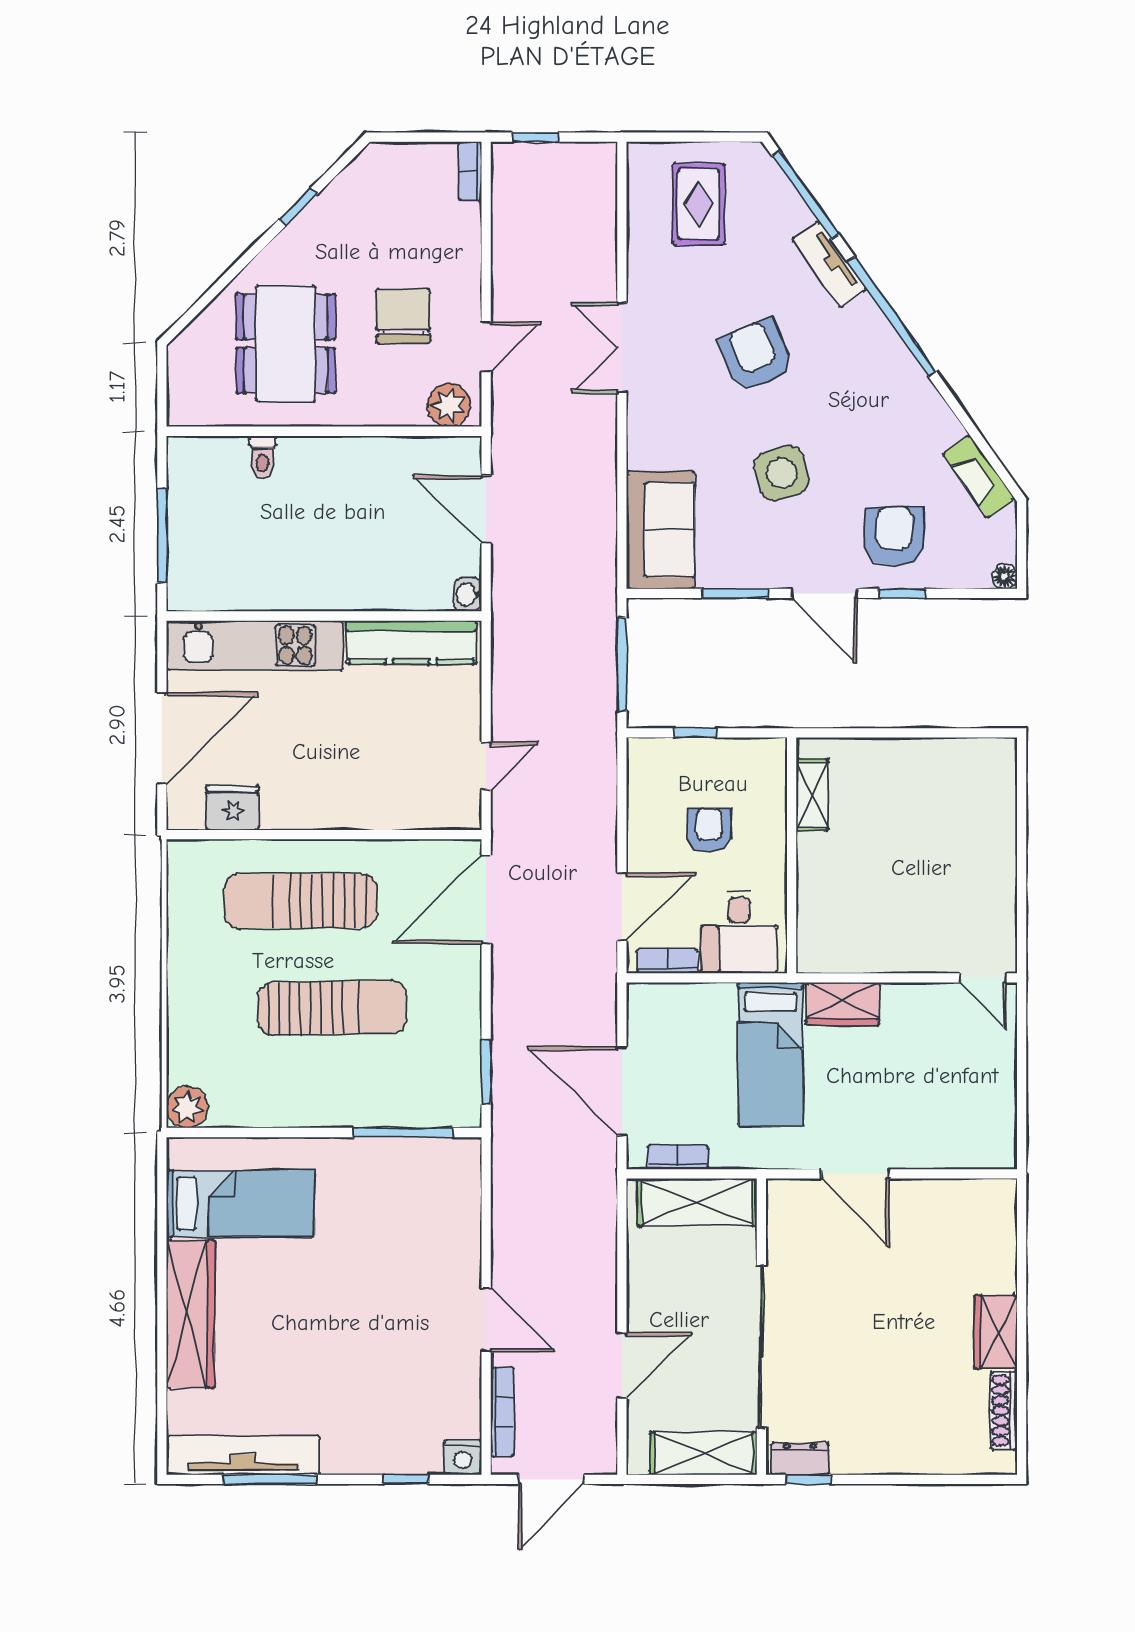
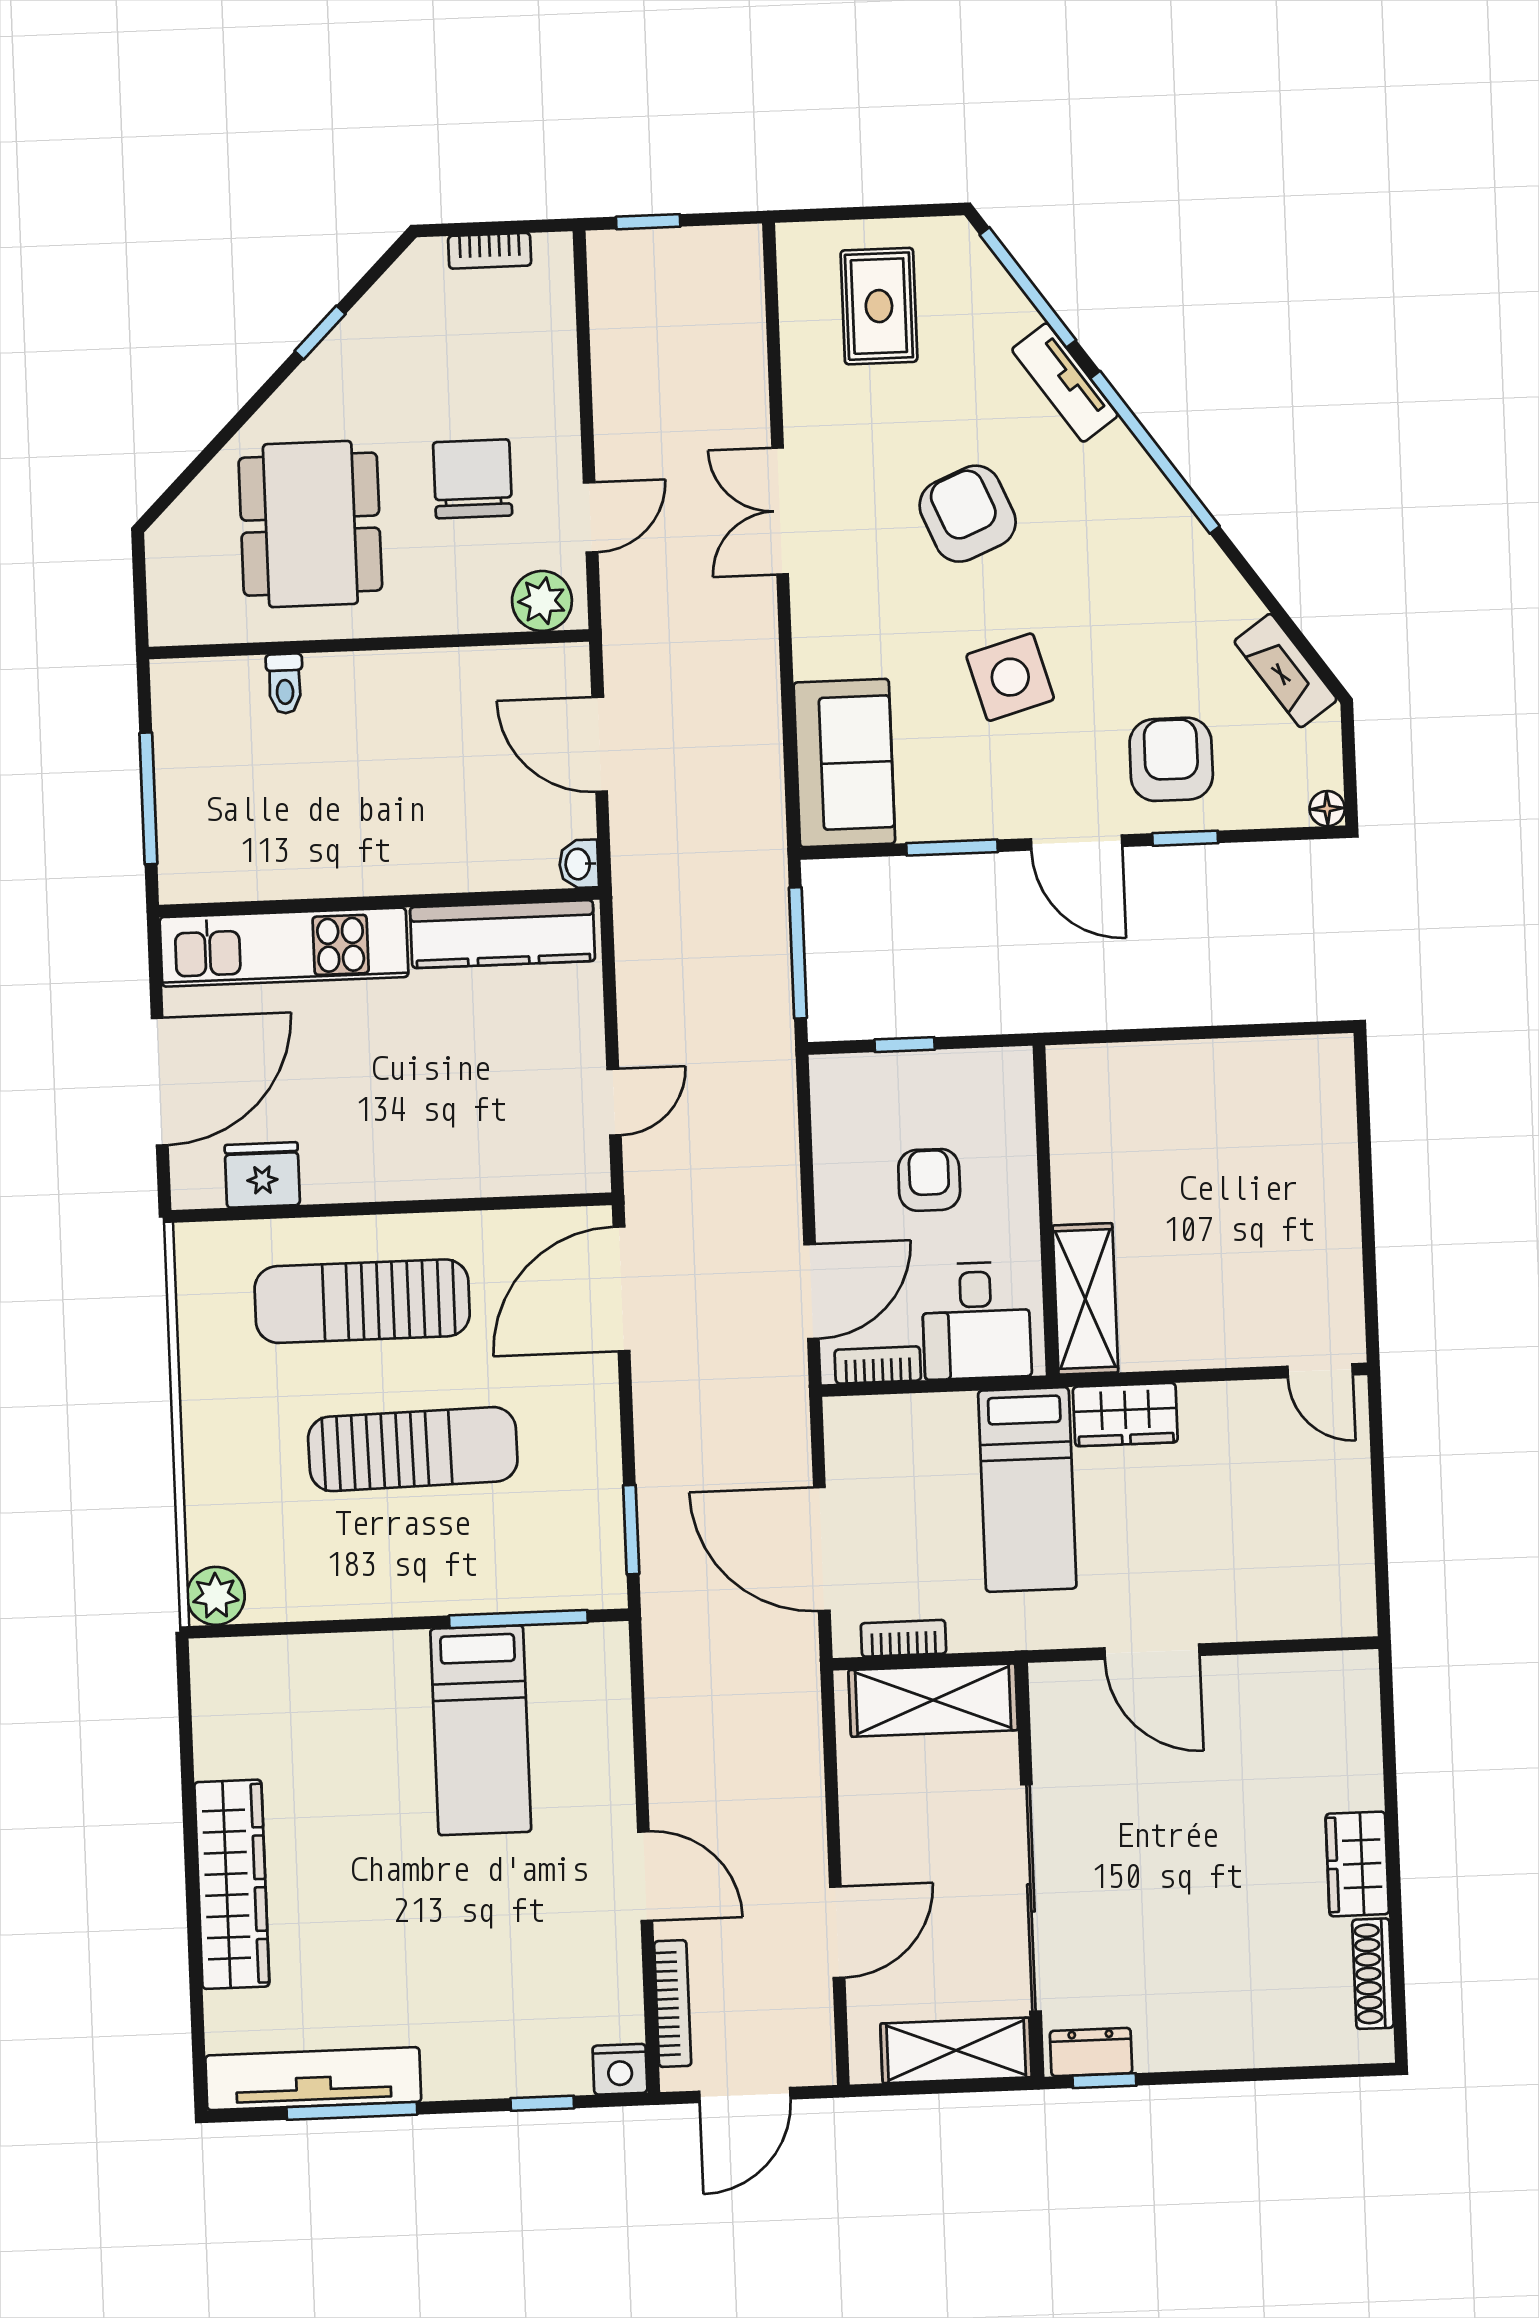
bookcase: (470, 171) -> (490, 251), moved, turned -90
shelving: (812, 795) -> (1085, 1299), moved, width x1.50, depth x1.33
bed: (240, 1204) -> (481, 1730), moved, turned 90

